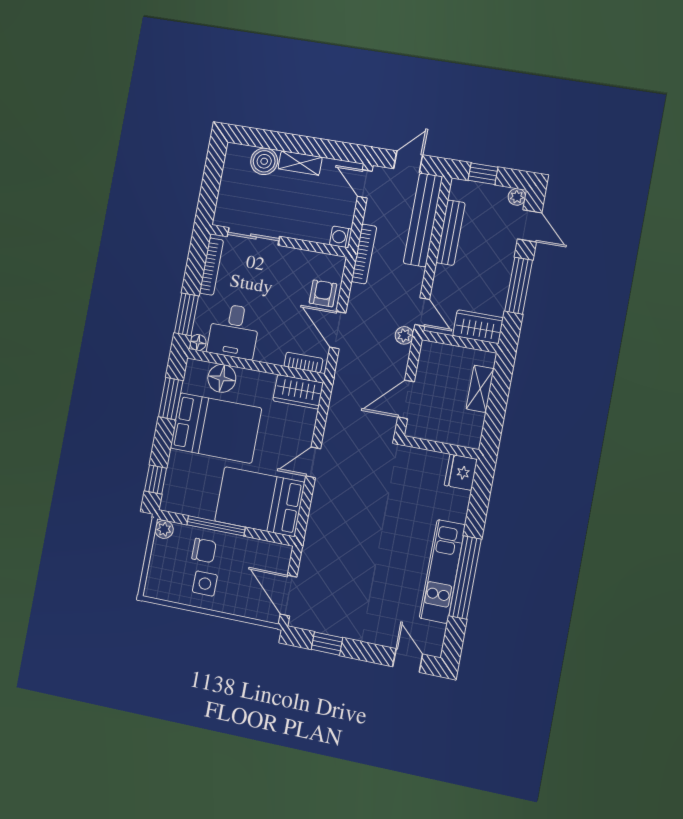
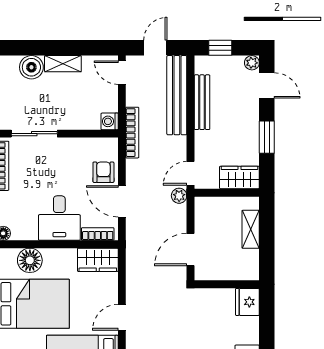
window: (519, 286) -> (267, 137), width x0.69
door: (422, 312) -> (191, 173), swing flipped
desk: (234, 331) -> (59, 218), moved

